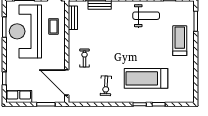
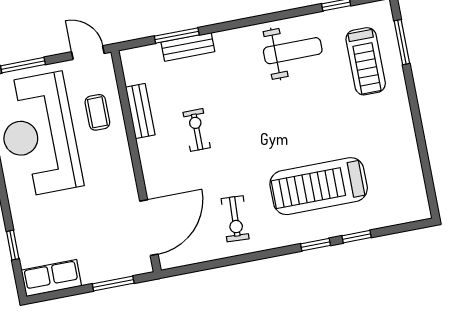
bench: (73, 18) -> (140, 111), moved
treadmill: (180, 41) -> (366, 61), moved, turned 180
exercise bike: (85, 58) -> (197, 130), moved
door: (67, 82) -> (149, 228), swing flipped

